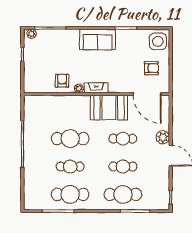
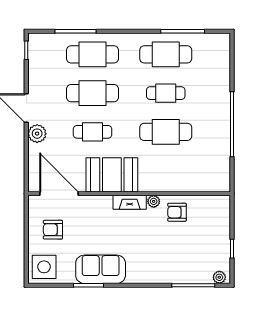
sofa: (98, 40) -> (101, 269), moved
armchair: (62, 81) -> (177, 212), turned 90
cafe table: (123, 167) -> (92, 93), width x1.37, depth x1.35

